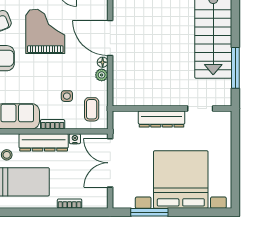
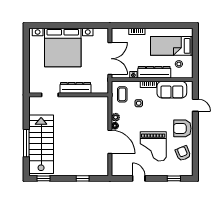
window: (235, 68) -> (26, 143), moved
window: (149, 212) -> (84, 26), removed

